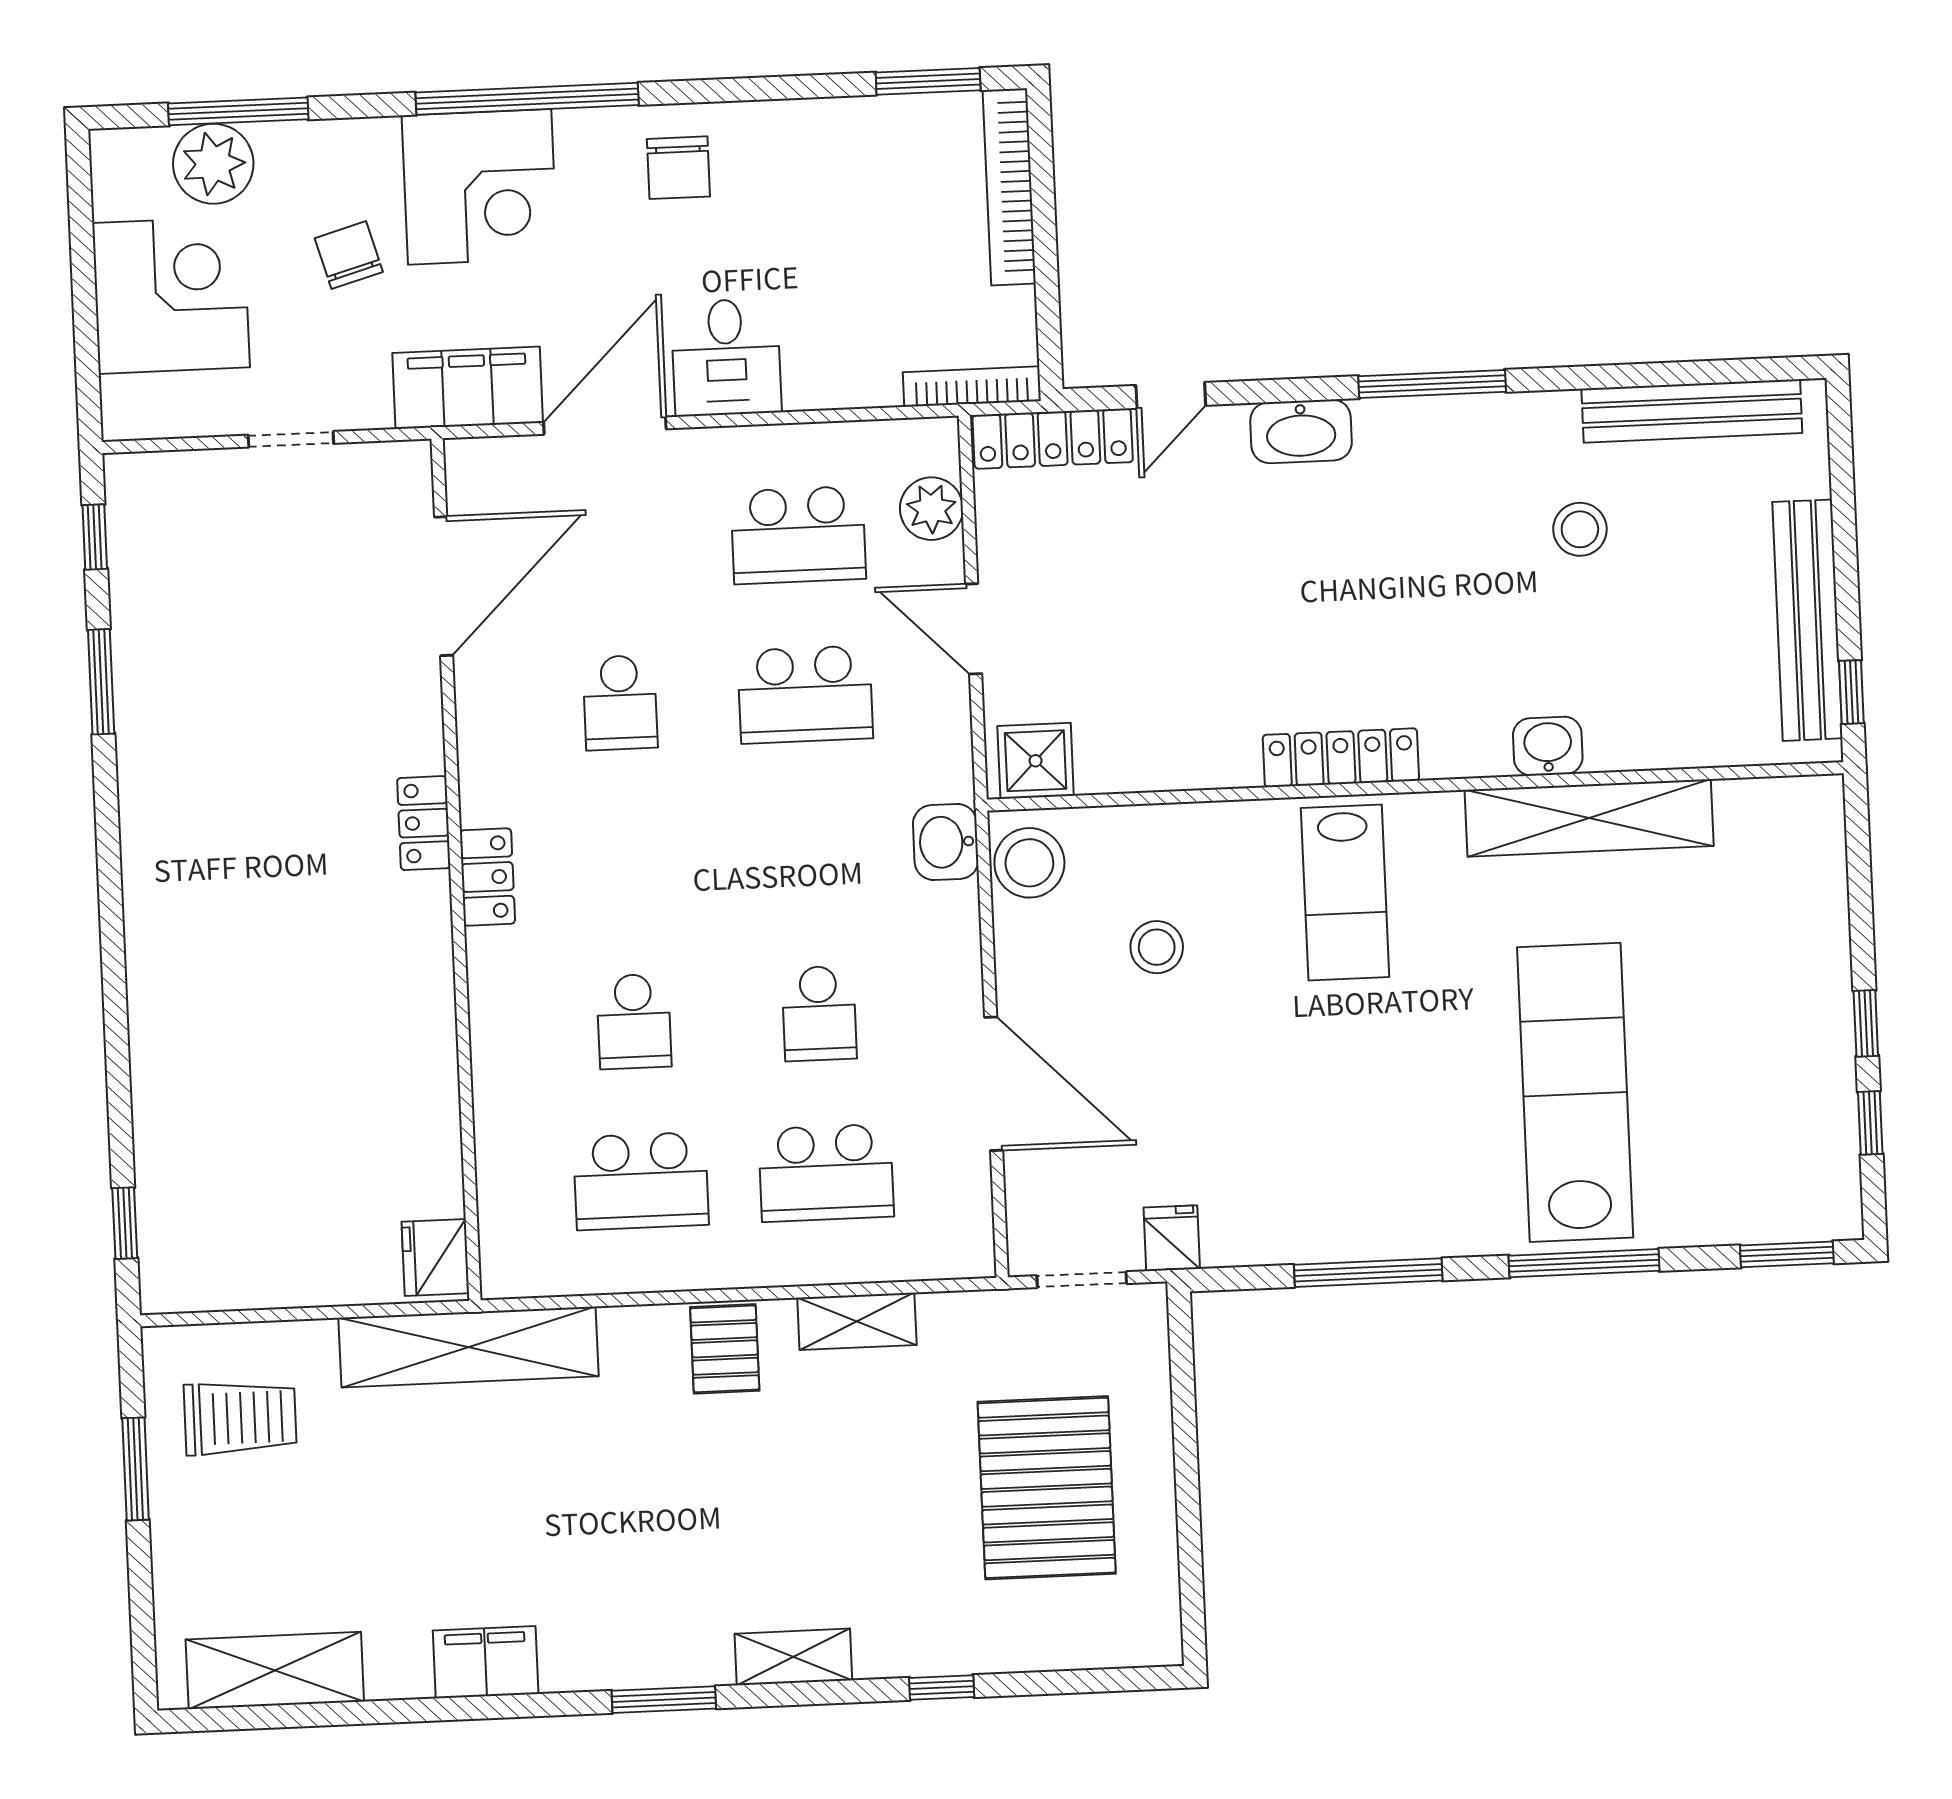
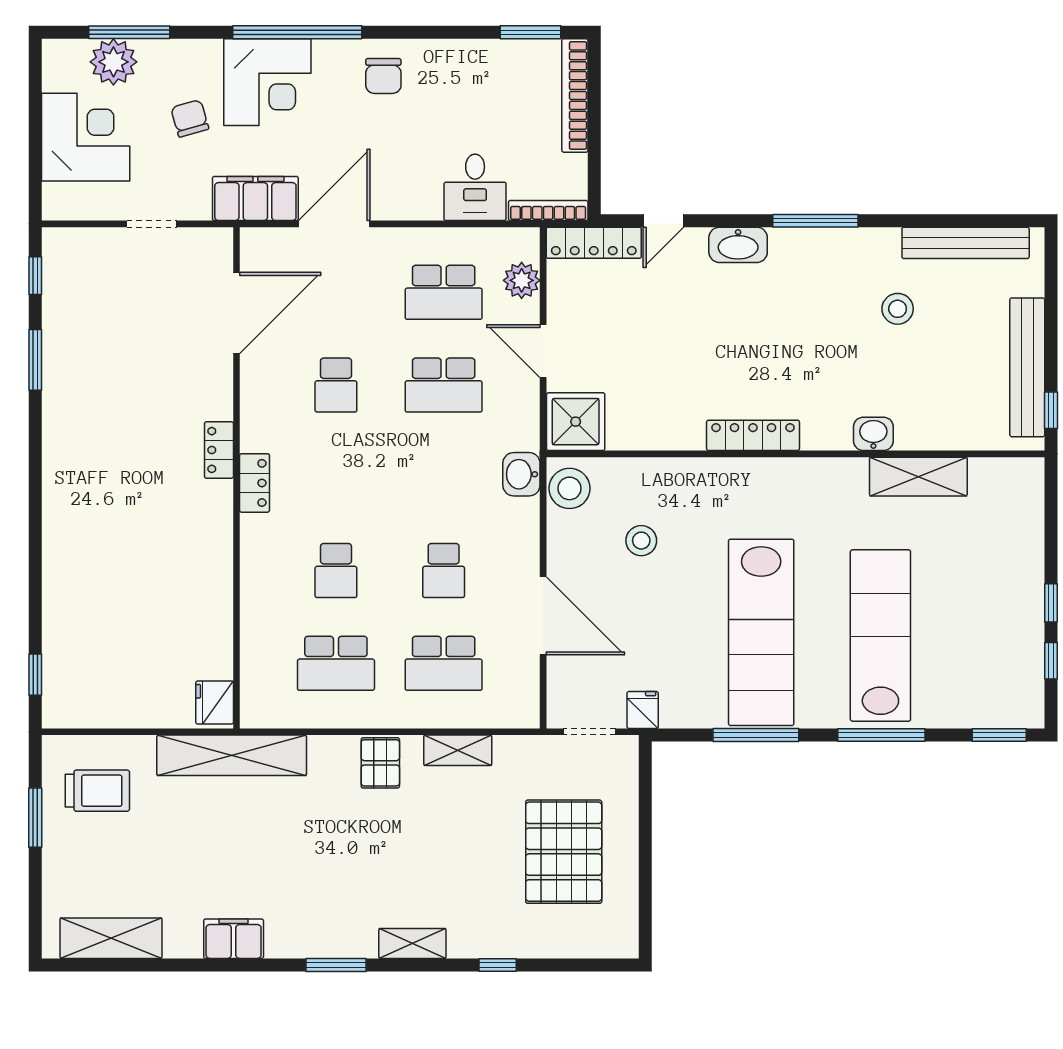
desk: (726, 357) -> (475, 187), moved
shower: (1036, 761) -> (576, 422), width x1.36, depth x1.36
shelving: (1589, 818) -> (918, 477), width x0.68
lab bench: (1345, 893) -> (761, 632), moved, width x1.86, depth x1.39

